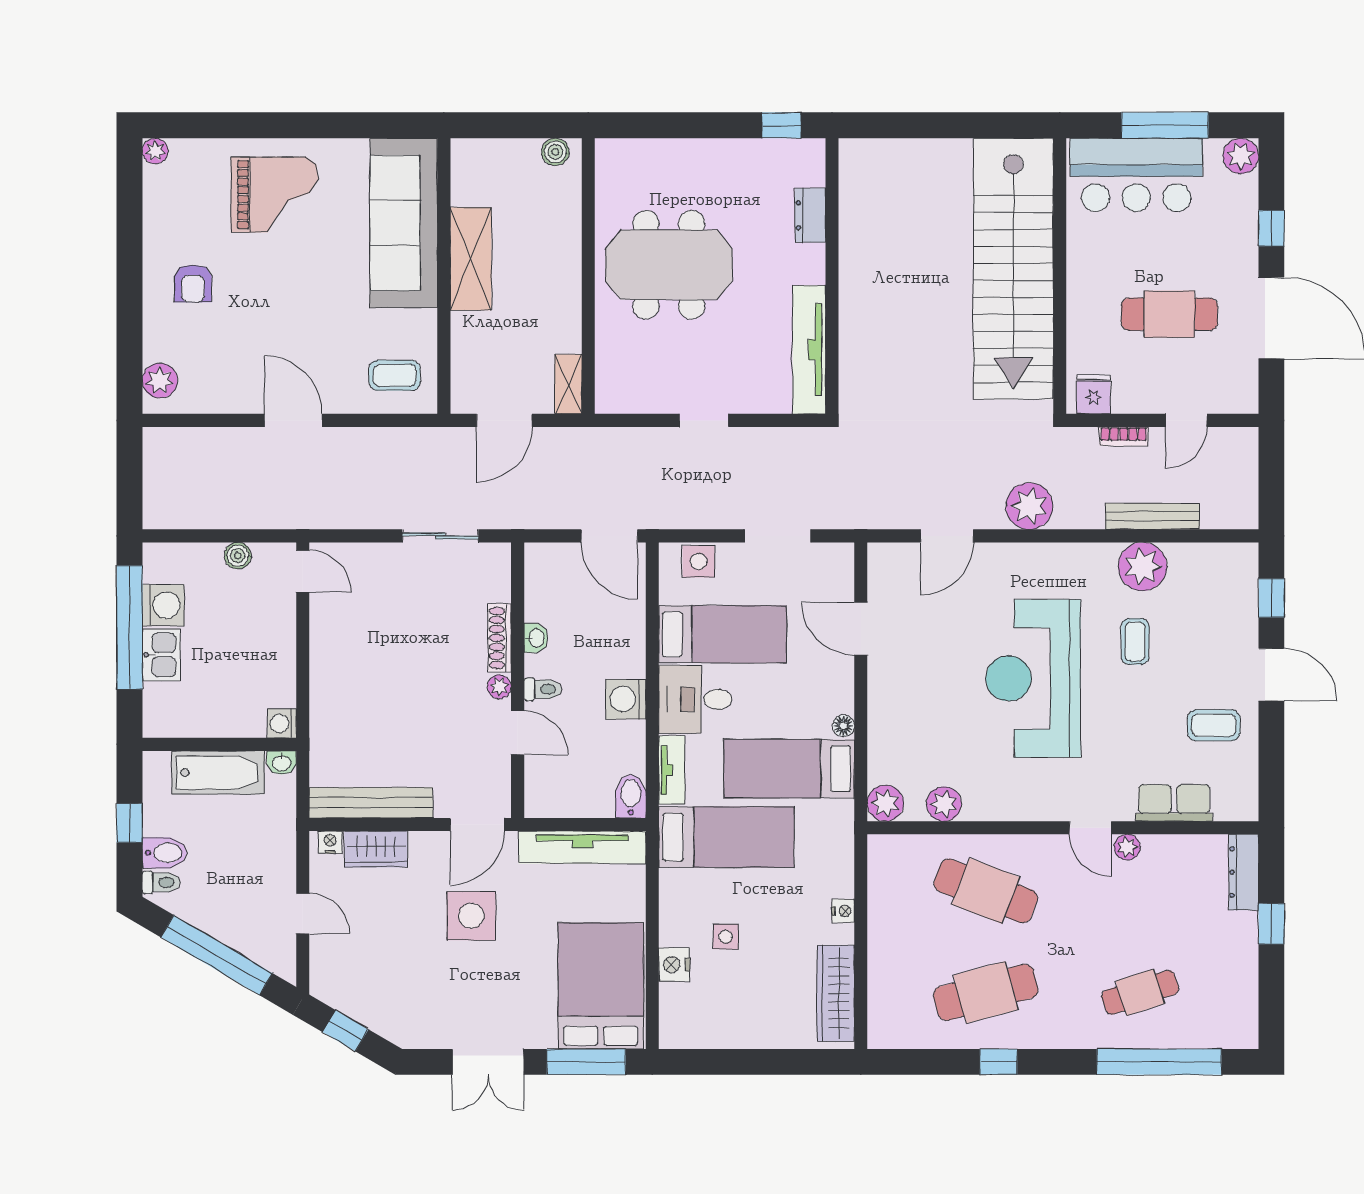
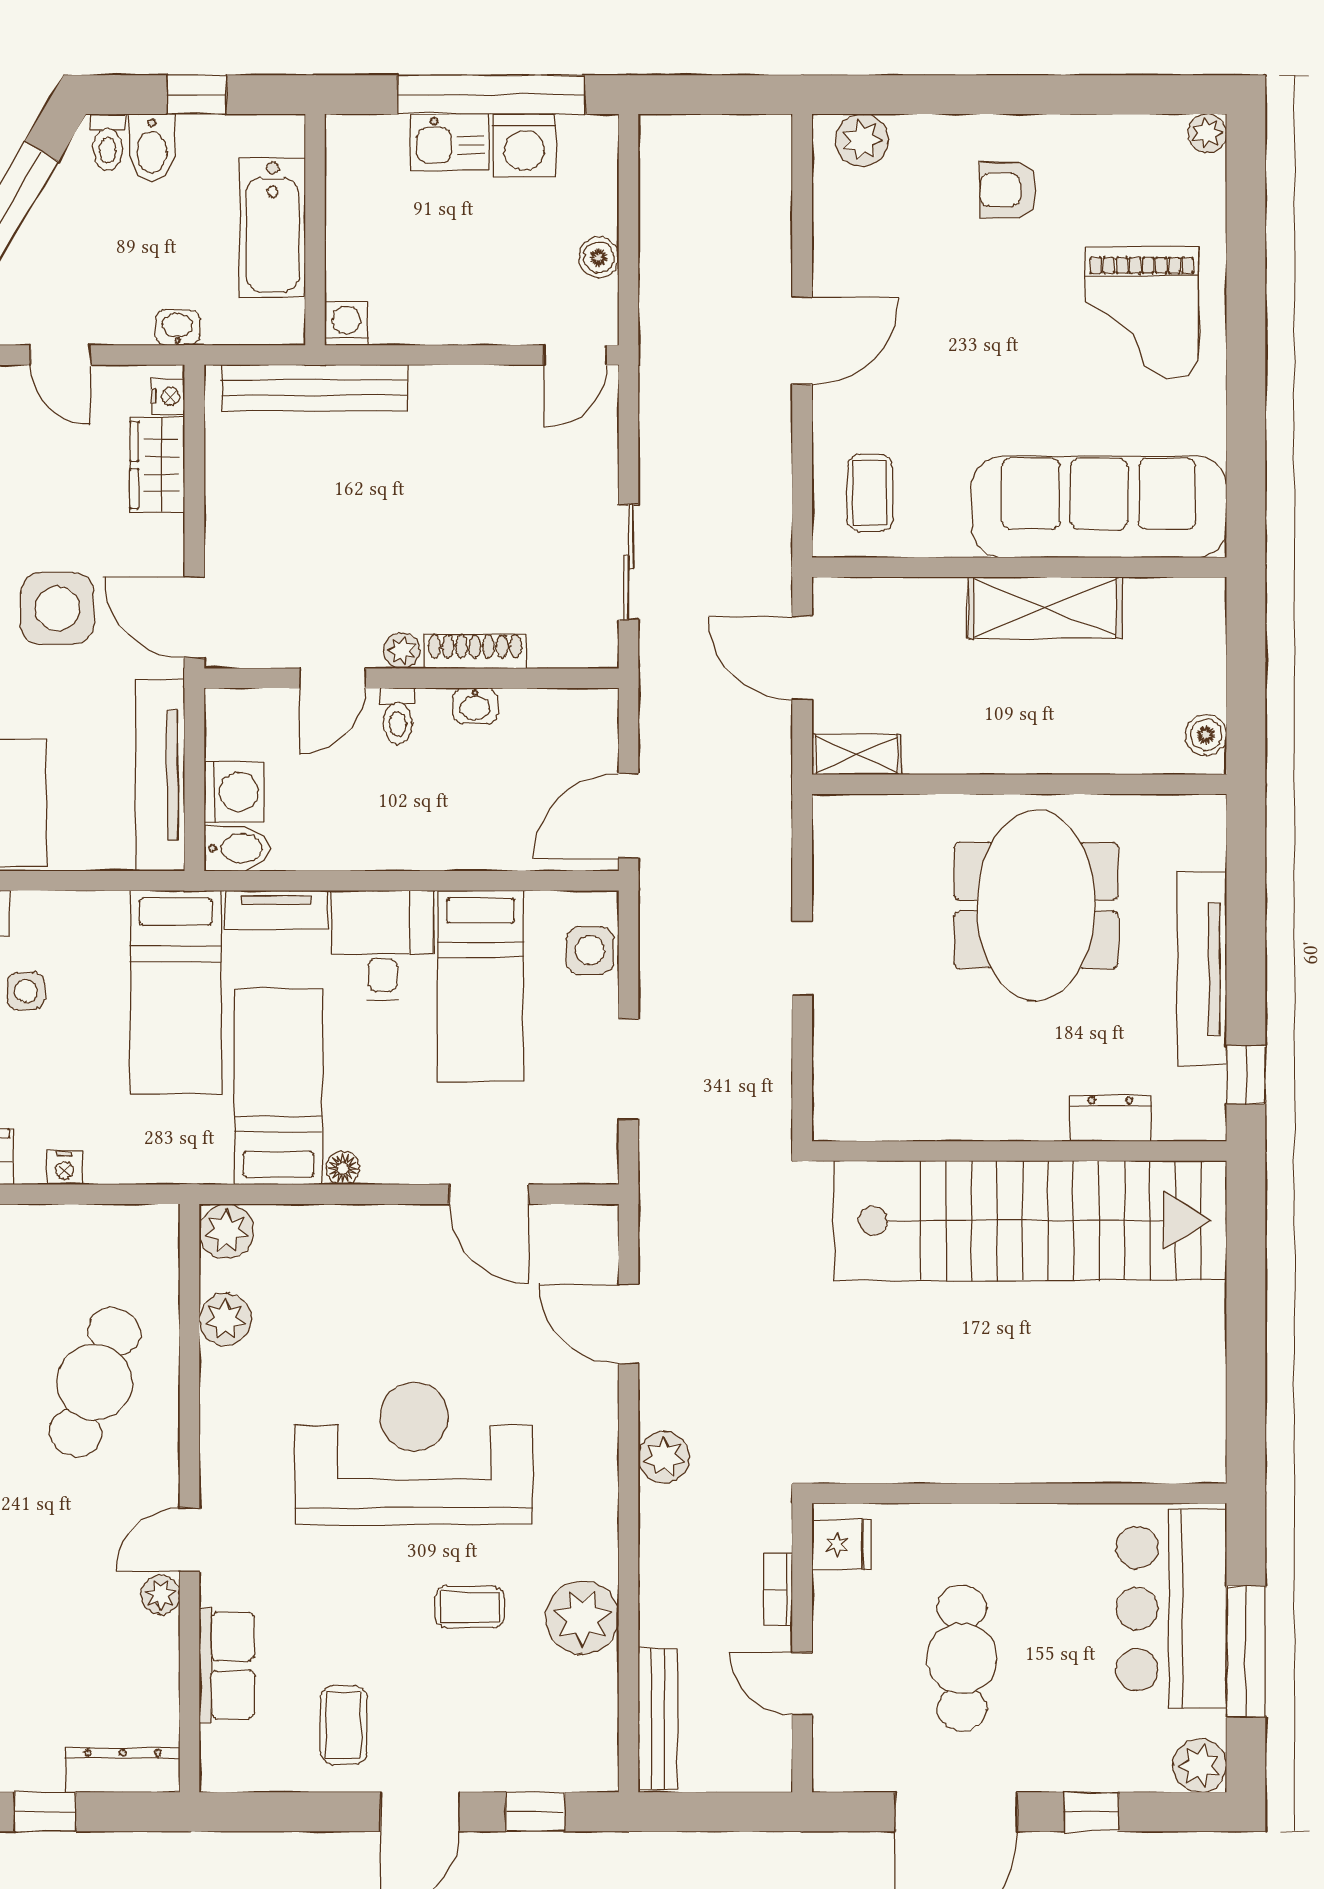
stairs: (1013, 269) -> (1030, 1221), moved, turned 180
tv unit: (809, 350) -> (1202, 969), moved, turned -90
plant: (1029, 506) -> (664, 1457), width x0.73, depth x0.73
bench: (1152, 516) -> (658, 1719), moved
door: (861, 629) -> (489, 1194), swing flipped
washing machine: (626, 699) -> (234, 792), moved, turned 90
washbasin: (282, 763) -> (177, 327), moved, turned 90
bench: (371, 803) -> (315, 388), moved, turned 90
door: (303, 914) -> (61, 355), hinge flipped

